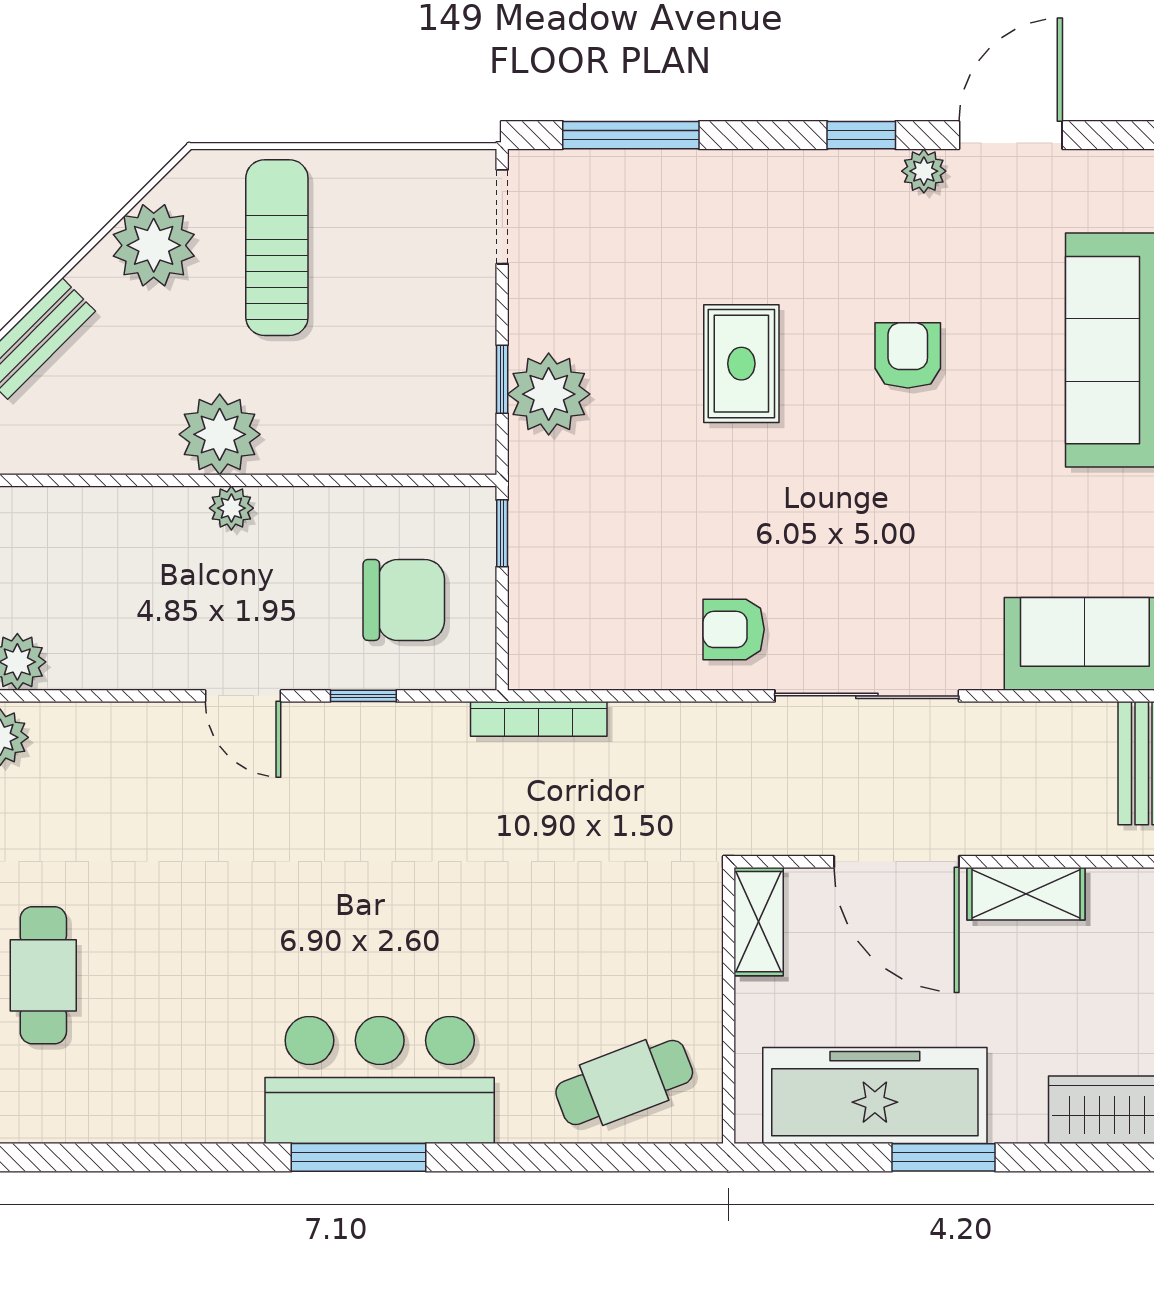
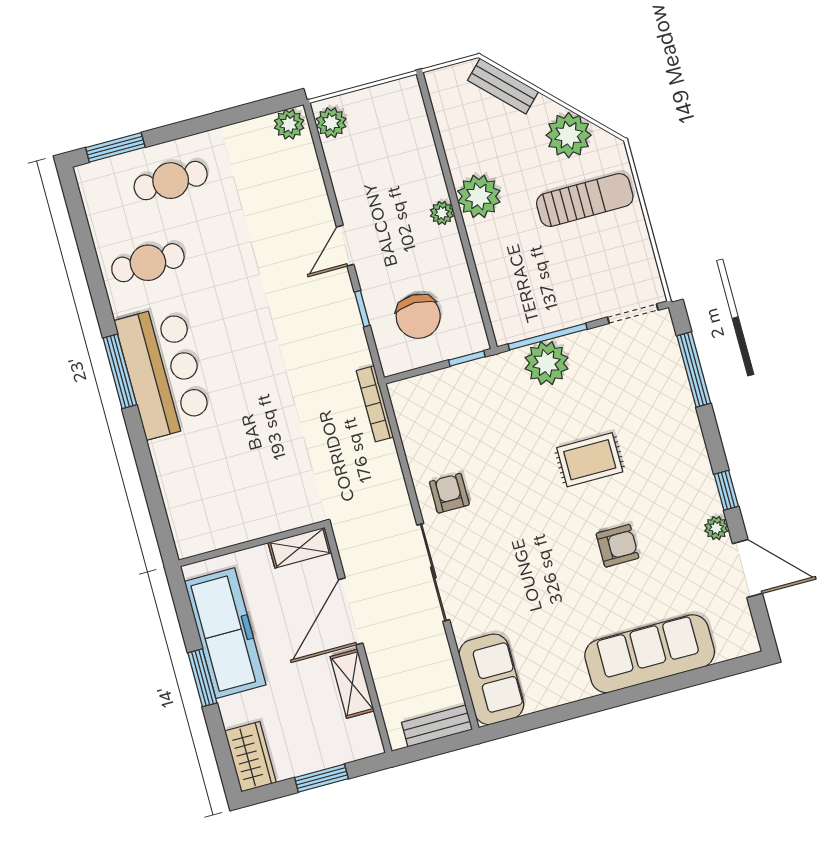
window: (502, 379) -> (548, 337), width x2.17
cafe table: (624, 1083) -> (148, 263), moved, turned -69

